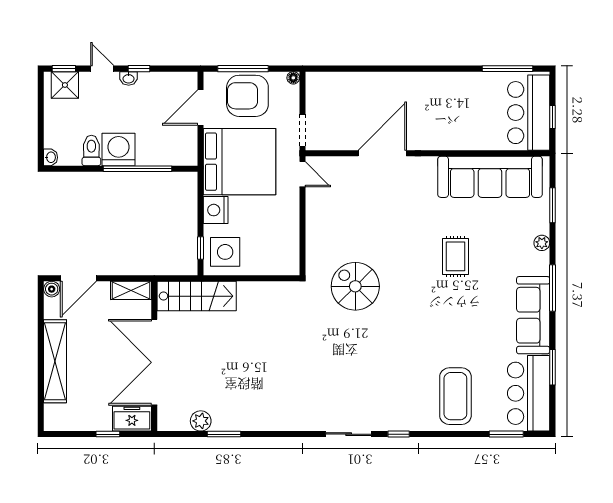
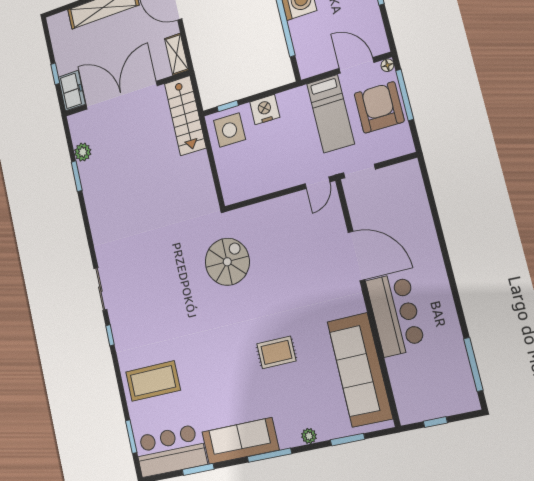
floor lamp: (293, 78) -> (387, 65), moved
bar counter: (529, 113) -> (395, 314), moved, turned 90
bed: (239, 162) -> (331, 114), width x0.49

